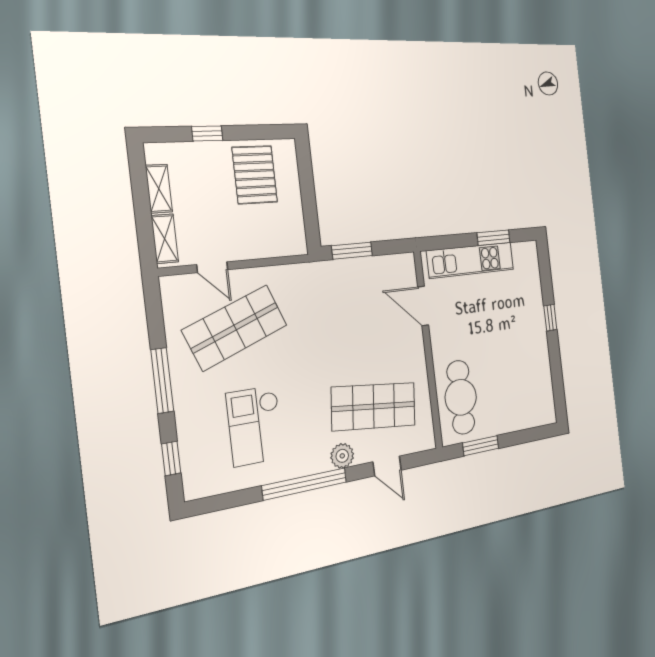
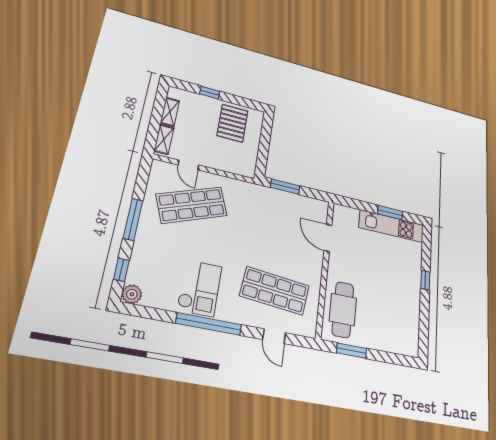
kitchen unit: (471, 260) -> (392, 226), moved
checkout: (255, 426) -> (200, 288), moved, turned 180
plant: (342, 456) -> (132, 294), moved

